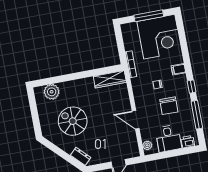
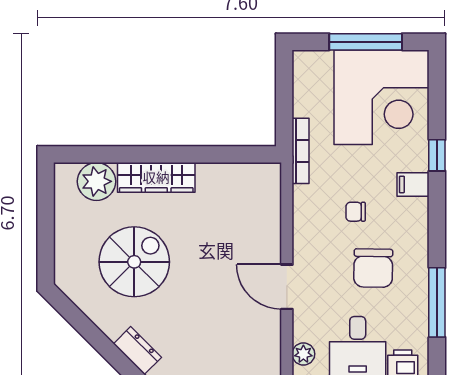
wardrobe: (110, 79) -> (156, 177), moved
window: (192, 87) -> (437, 155), moved
spiral stairs: (73, 121) -> (134, 262), turned 90

